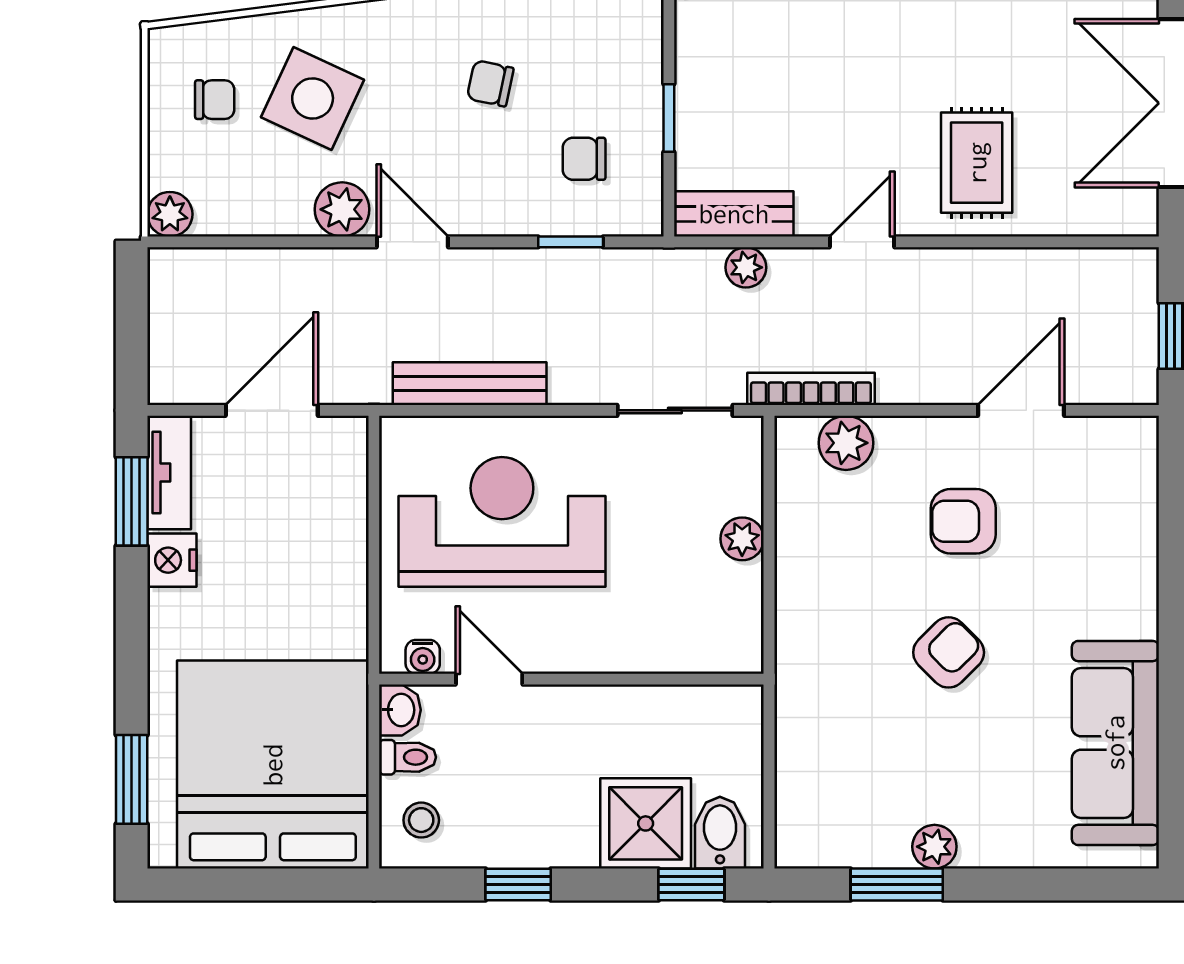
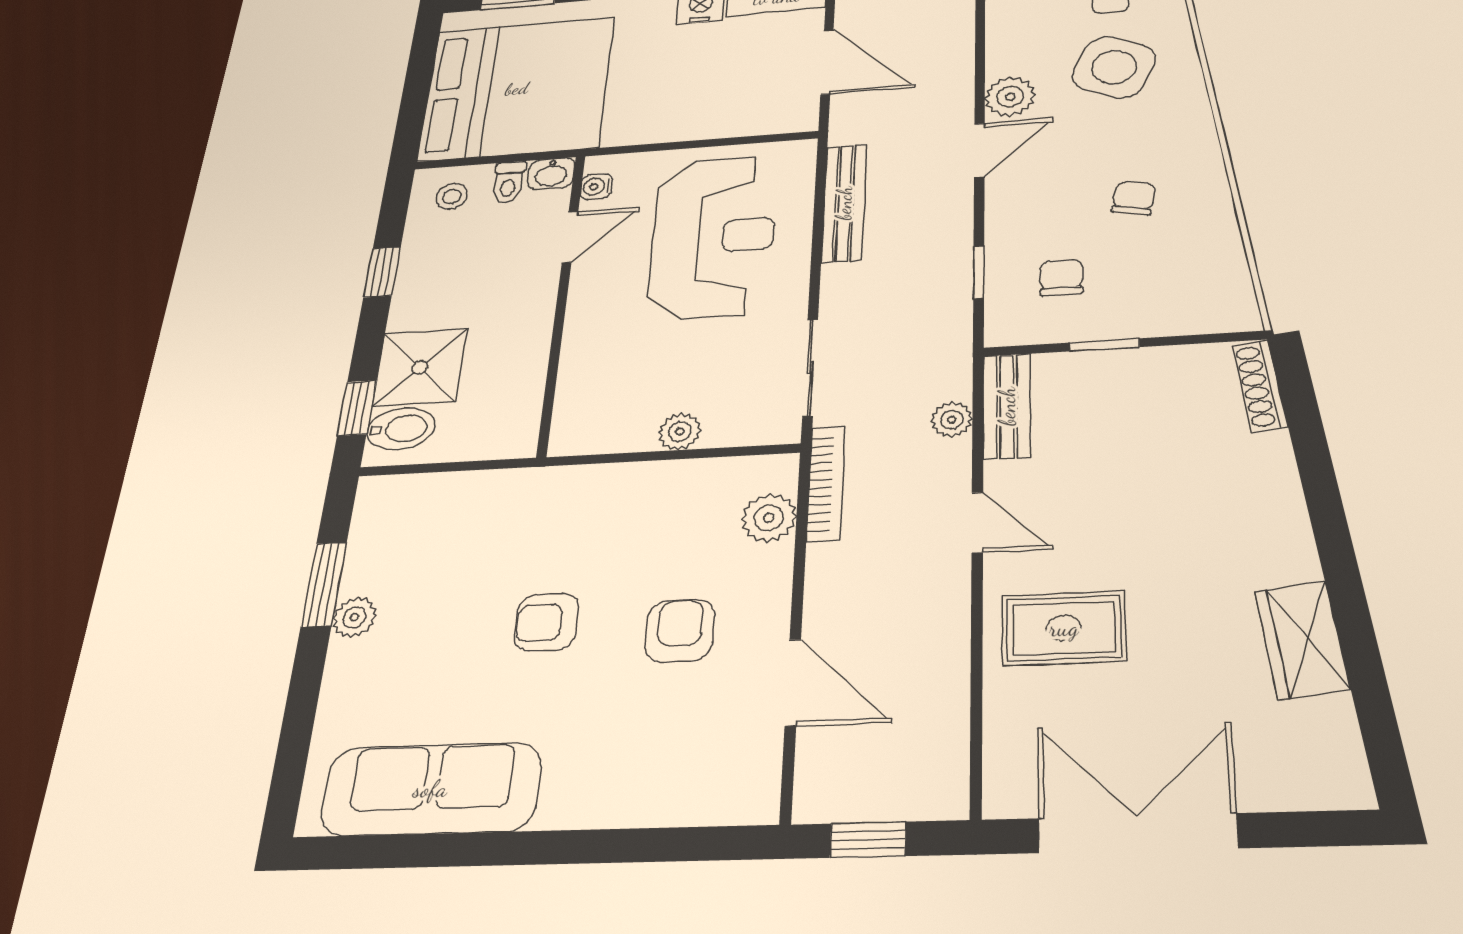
armchair: (949, 652) -> (546, 622), turned 135

